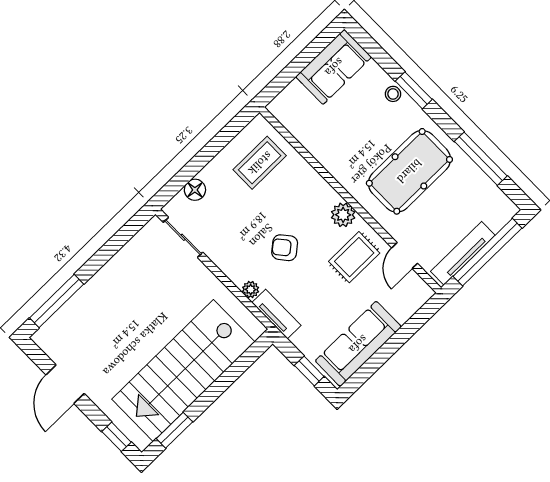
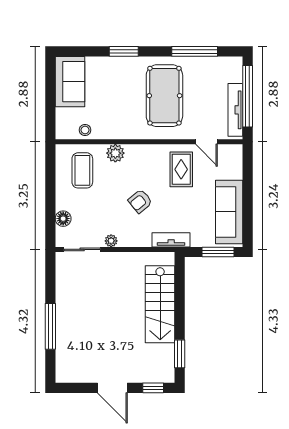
stool: (393, 94) -> (85, 130), moved
plant: (343, 215) -> (115, 153), moved
plant: (251, 290) -> (111, 241), moved
window: (57, 301) -> (50, 326), moved
stairs: (183, 371) -> (160, 304), width x0.73, depth x0.66
window: (309, 371) -> (218, 252), width x1.50
door: (65, 384) -> (112, 388), moved

